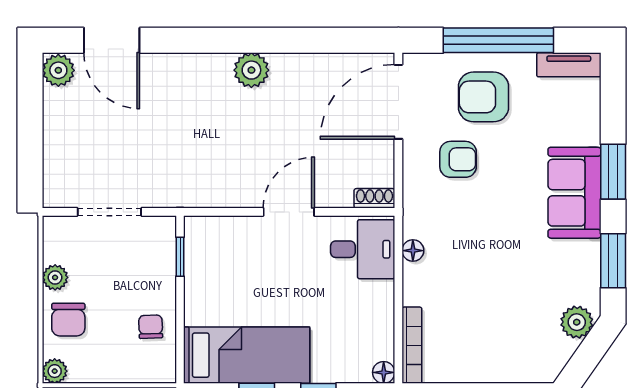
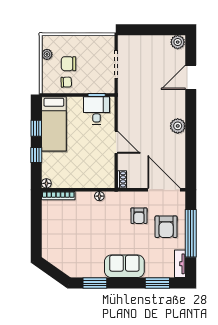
door: (112, 40) -> (191, 77), moved
armchair: (483, 97) -> (166, 227), turned 180
window: (613, 172) -> (157, 283), moved
desk: (363, 249) -> (97, 110), moved, turned 180
plant: (55, 277) -> (88, 41), removed
chair: (68, 320) -> (69, 64), moved
plant: (577, 322) -> (68, 267), removed
plant: (55, 371) -> (47, 54), moved

